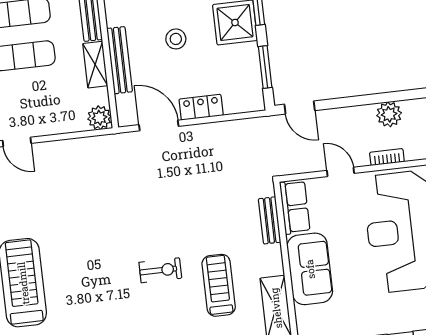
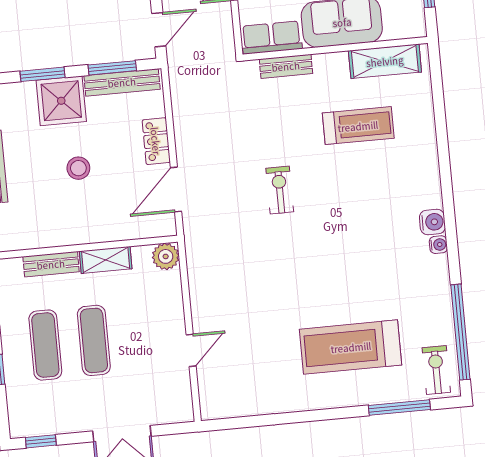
bench: (119, 60) -> (122, 82), moved
exercise bike: (160, 270) -> (280, 190), moved
treadmill: (219, 285) -> (358, 126), turned 180

